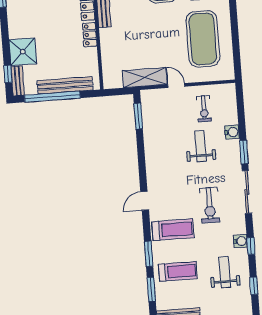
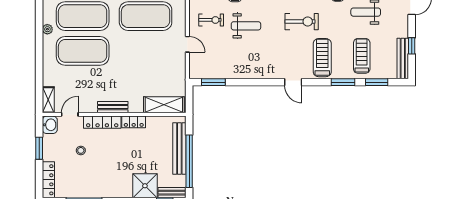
shelving: (145, 78) -> (164, 105), moved, turned 90
door: (176, 85) -> (187, 44), swing flipped
weight bench: (201, 146) -> (246, 26), turned 180

